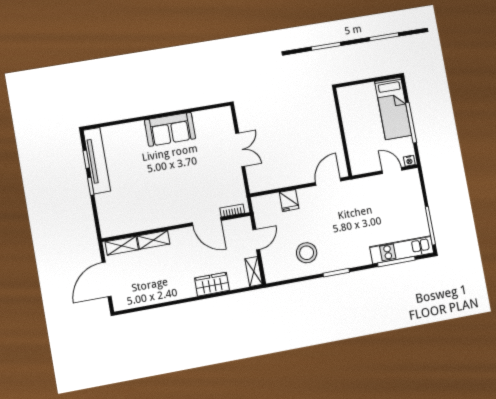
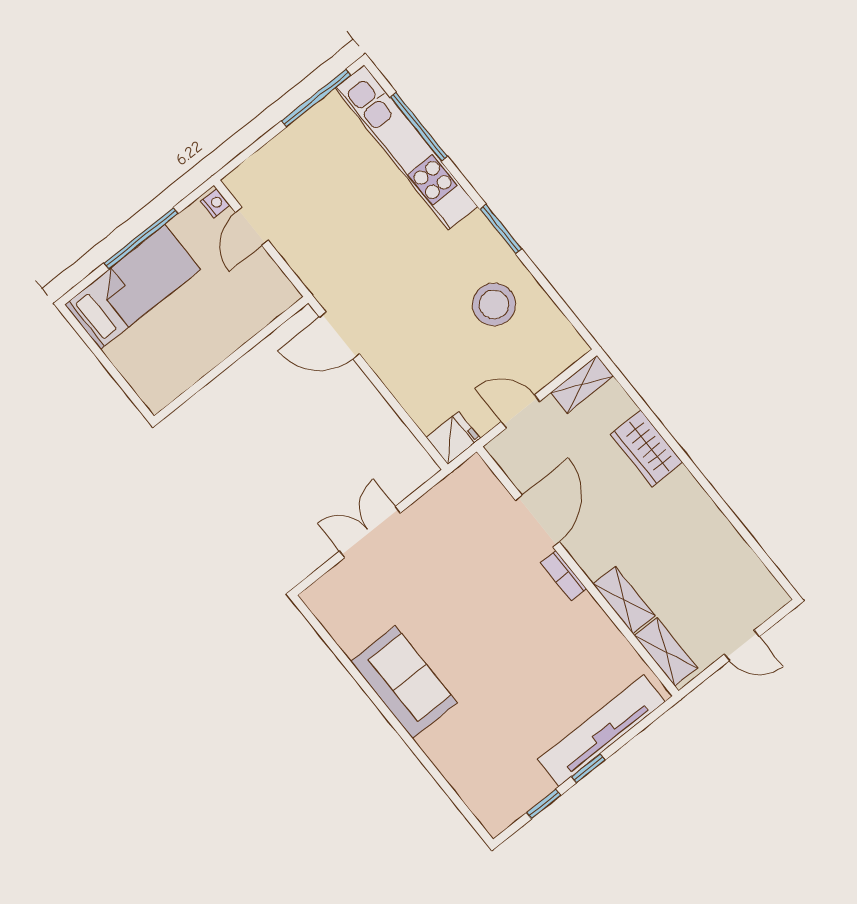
tv unit: (97, 161) -> (601, 731), moved
fridge: (289, 200) -> (453, 438), moved
bookcase: (232, 210) -> (564, 576), moved
kitchen unit: (402, 250) -> (406, 147), width x1.36
door: (107, 279) -> (742, 645), width x0.53

